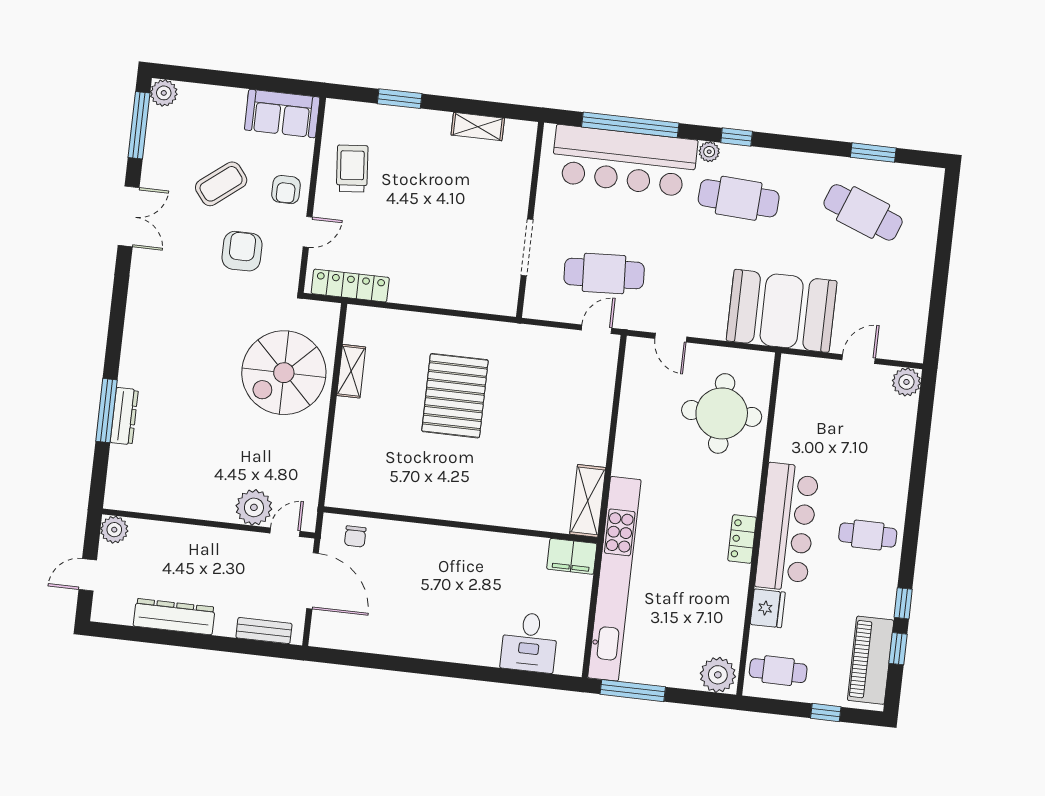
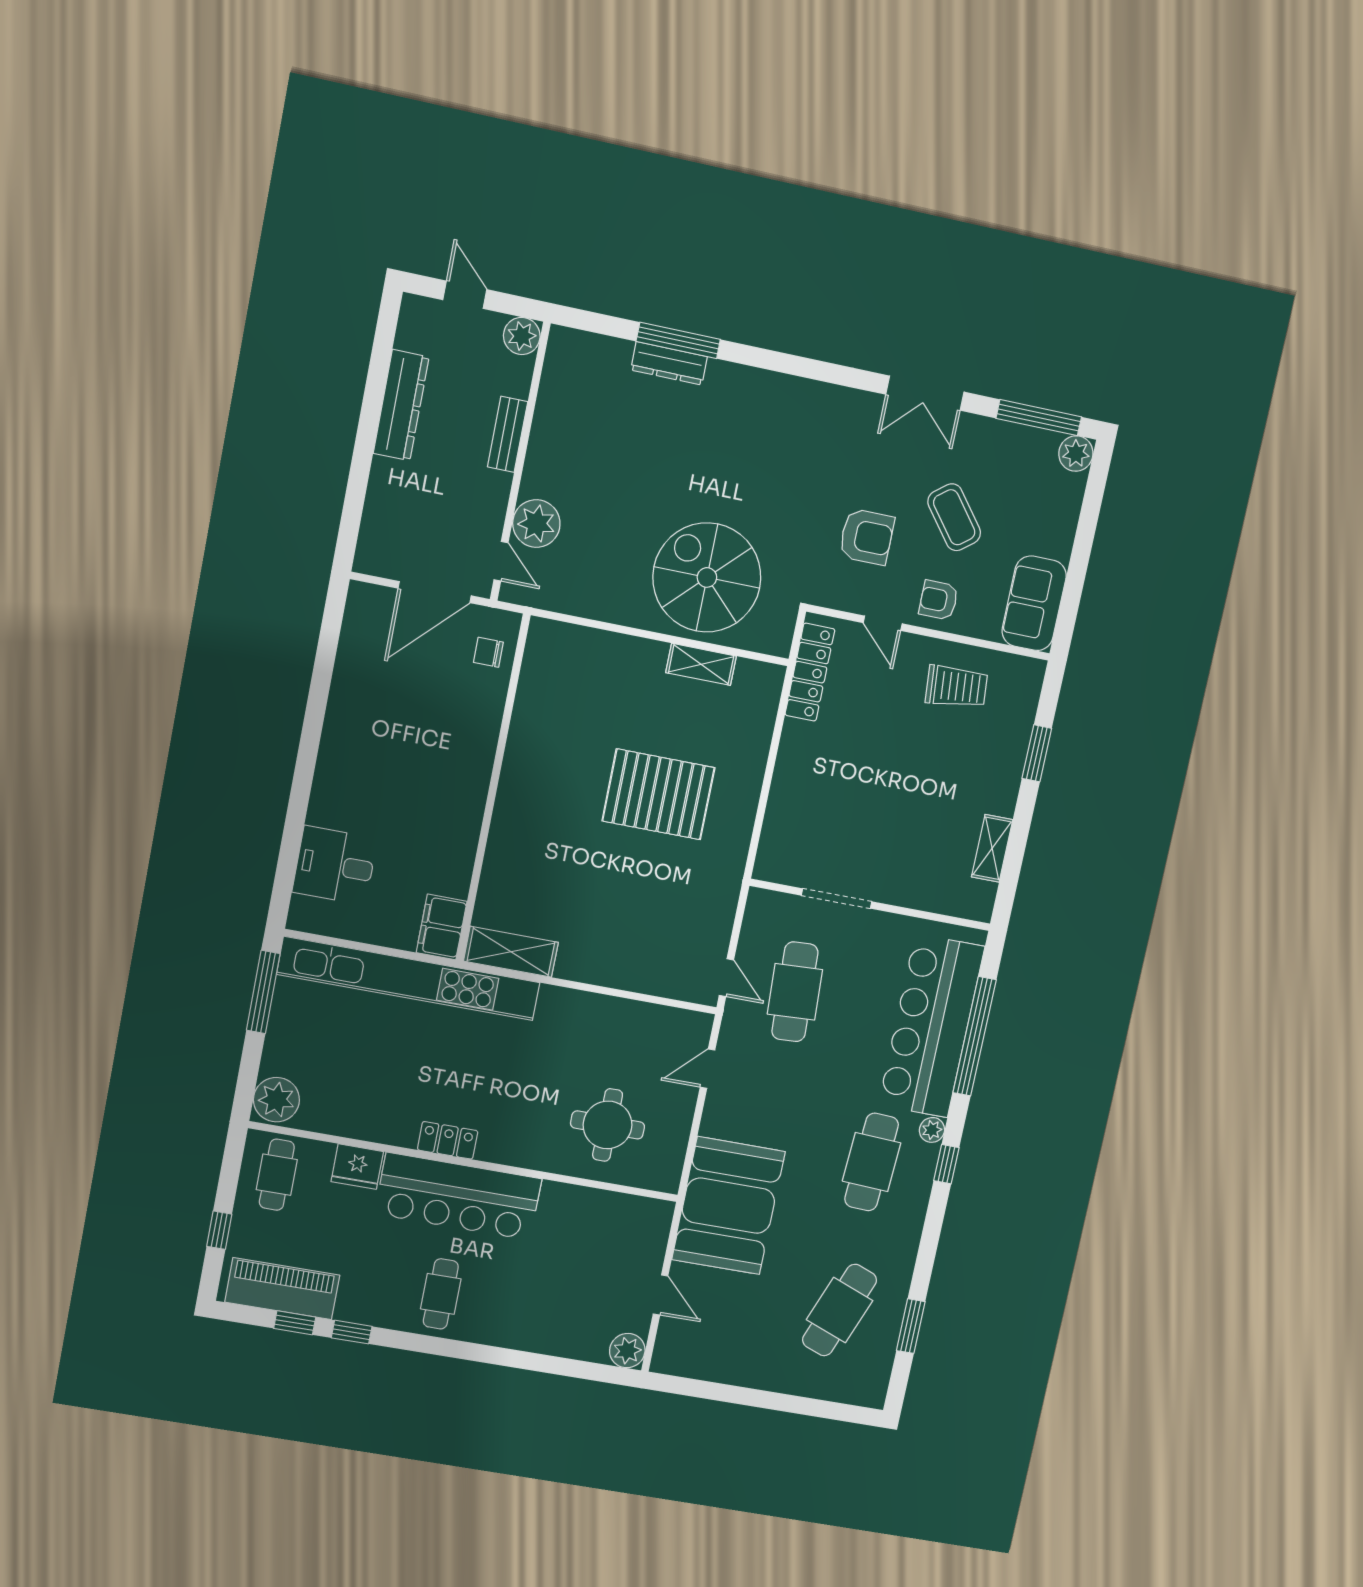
round table: (722, 413) -> (608, 1125), width x0.73, depth x0.73
bench: (264, 631) -> (508, 434), moved

